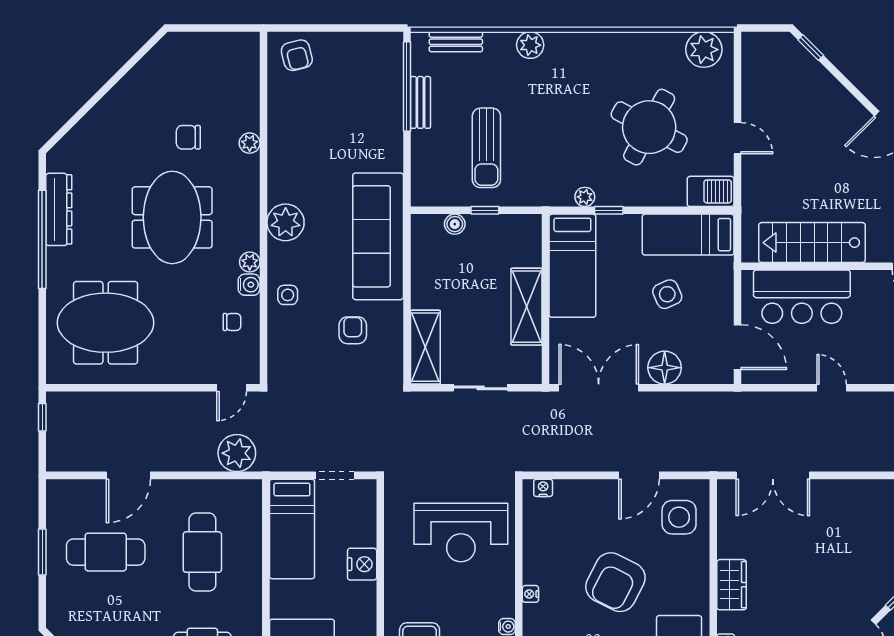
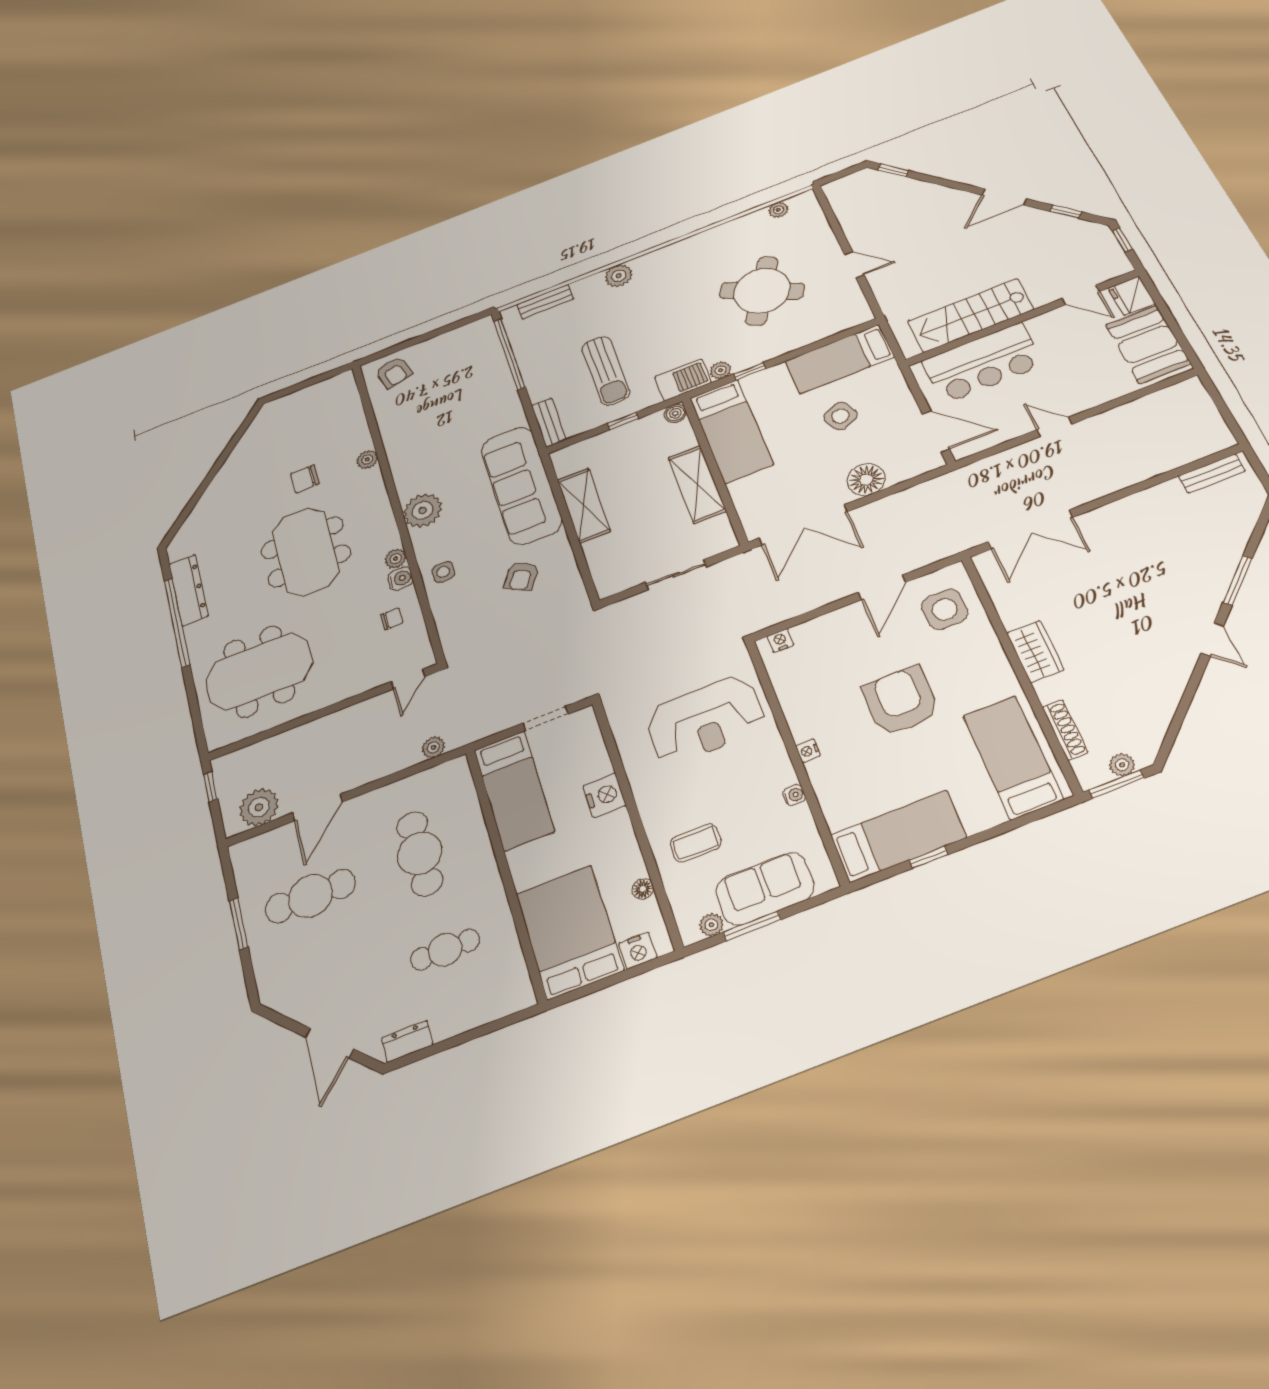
plant: (704, 50) -> (778, 210), width x0.53, depth x0.53
bench: (420, 102) -> (549, 423), moved
barbecue: (711, 191) -> (683, 380), moved
boiler: (455, 224) -> (675, 413), moved
armchair: (353, 330) -> (521, 576), turned -149
shelving: (425, 347) -> (584, 506), moved
double door: (599, 388) -> (803, 525), swing flipped
plant: (237, 453) -> (433, 747), width x0.53, depth x0.53
plant: (80, 454) -> (259, 807), added
armchair: (615, 582) -> (901, 701), turned 153

